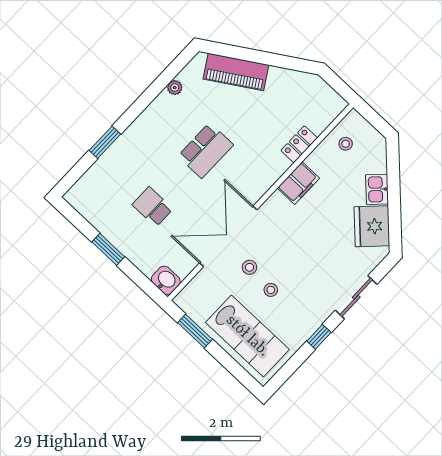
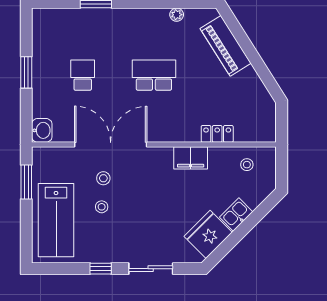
school desk: (206, 150) -> (154, 75), turned 180

